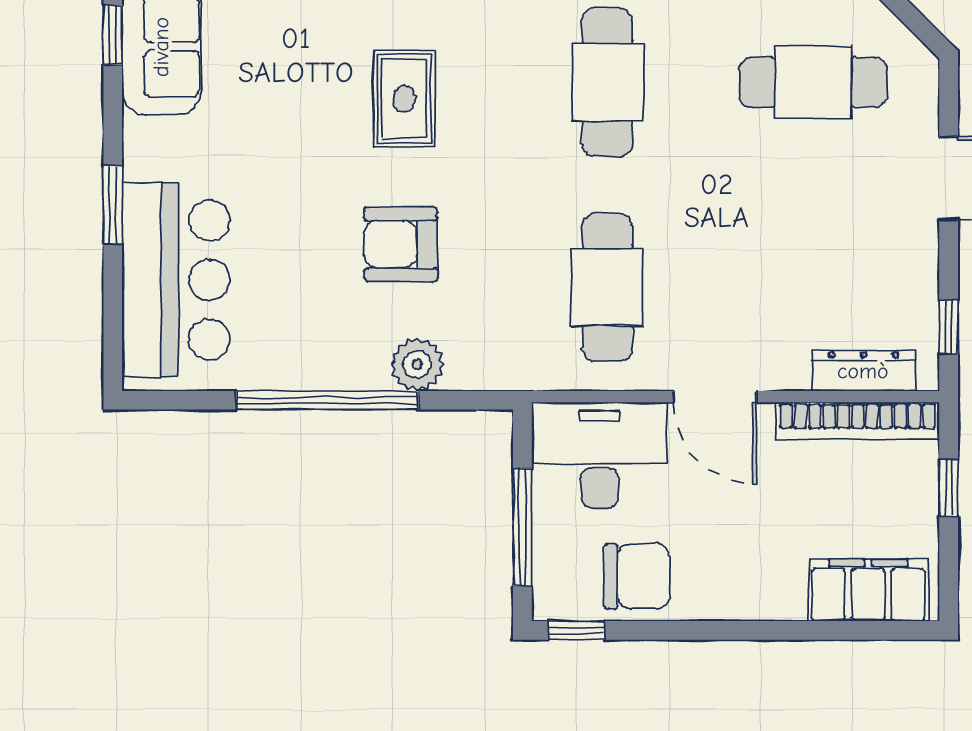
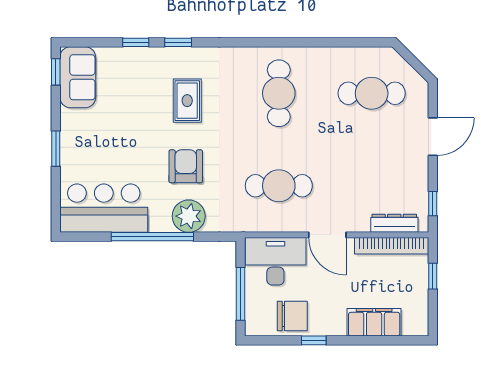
armchair: (401, 244) -> (186, 166), turned 90
bar counter: (176, 280) -> (104, 208), moved, turned -90
cafe table: (607, 287) -> (279, 186), turned 90
plant: (417, 364) -> (189, 216), width x1.36, depth x1.36
filing cabinet: (868, 590) -> (374, 322), moved
window: (577, 630) -> (314, 340), moved

